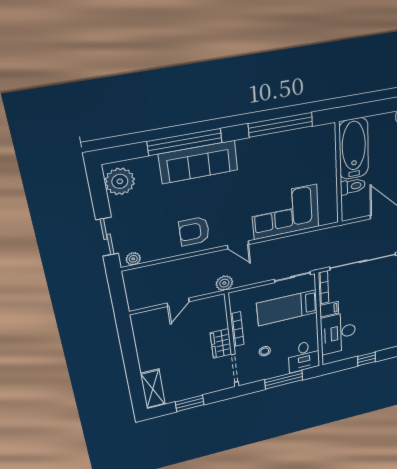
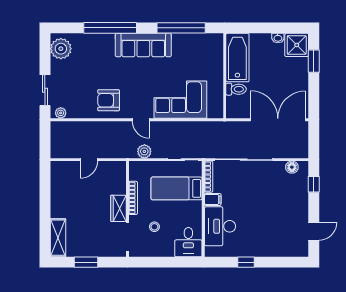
sofa: (198, 162) -> (143, 45), moved
plant: (224, 283) -> (144, 151), moved
window: (284, 380) -> (169, 262), removed

